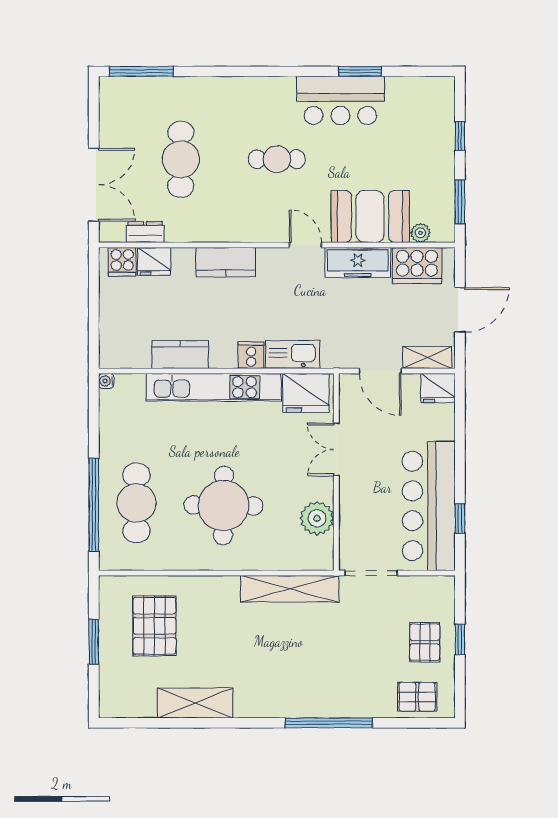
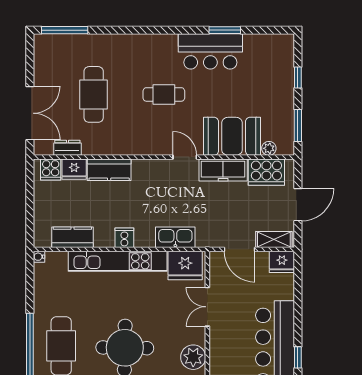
kitchen counter: (226, 262) -> (109, 170), moved
kitchen counter: (180, 354) -> (72, 237), moved
cooker: (251, 355) -> (124, 238), moved

